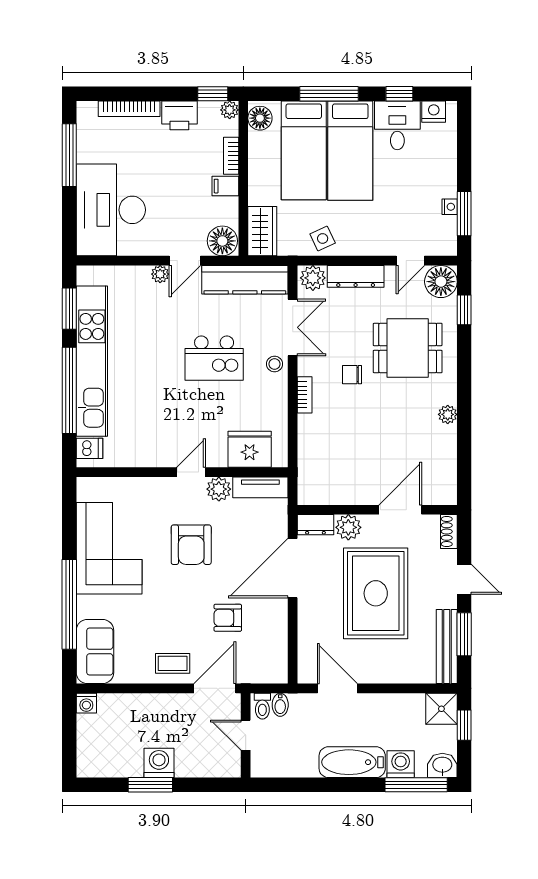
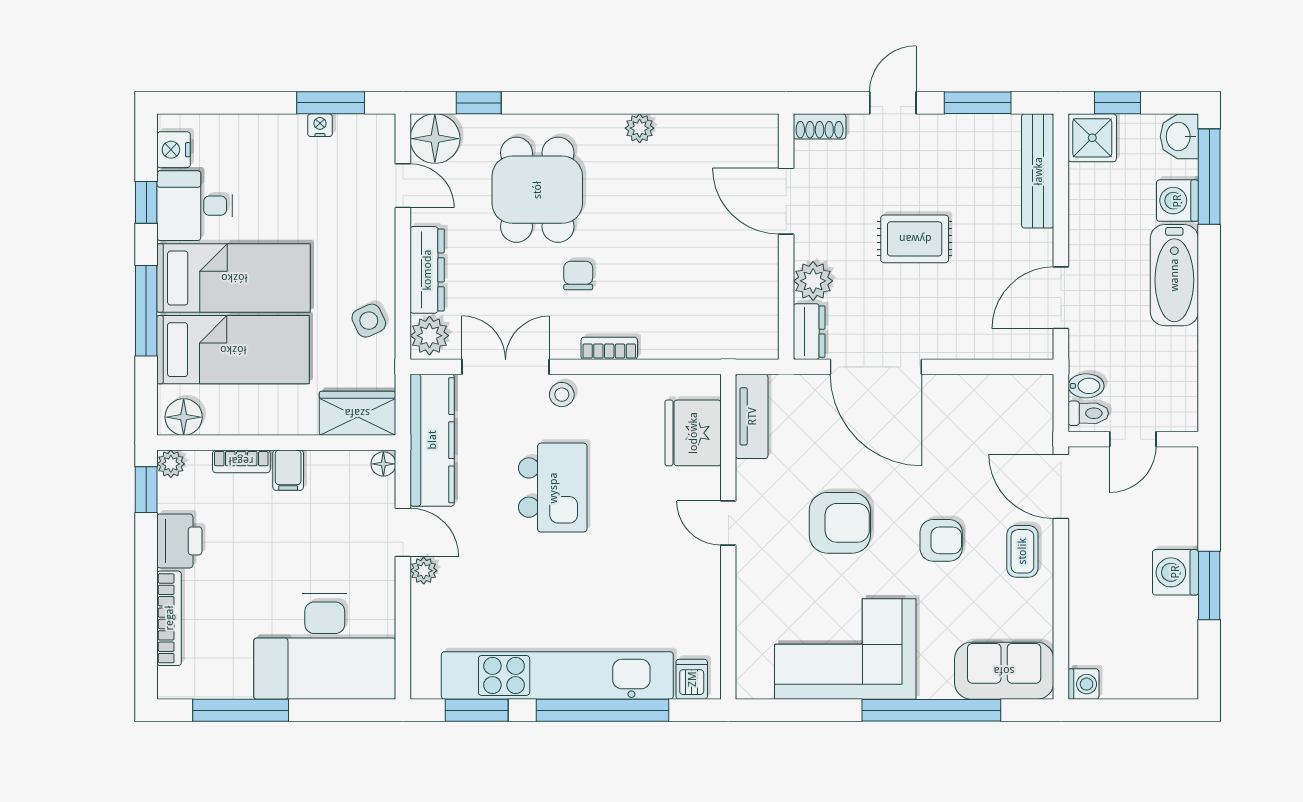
floor lamp: (222, 241) -> (383, 464), width x0.53, depth x0.53
chair: (352, 375) -> (578, 275), turned 180
plant: (219, 489) -> (754, 480), removed
rug: (376, 593) -> (915, 239), width x0.54, depth x0.49
armchair: (228, 618) -> (941, 540), moved, turned -90
bench: (447, 646) -> (1038, 171), moved, turned 90

